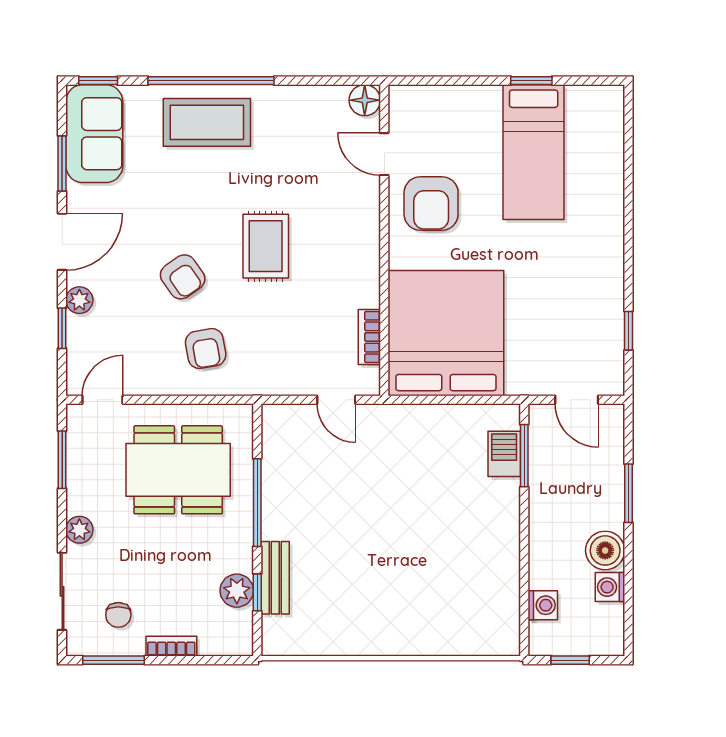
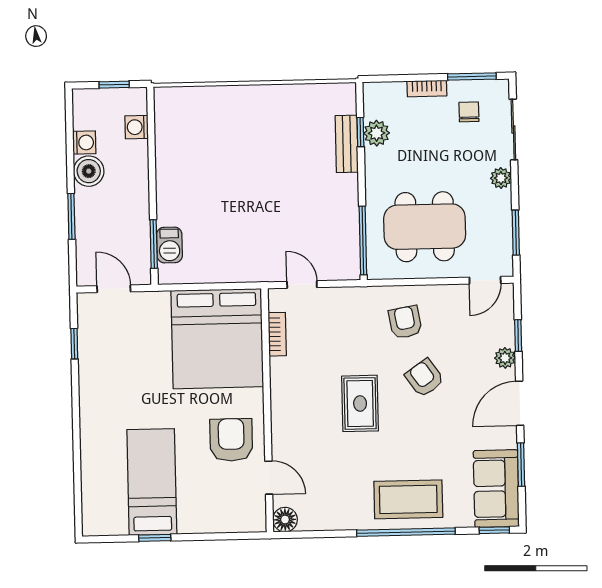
window: (257, 503) -> (363, 241), moved

